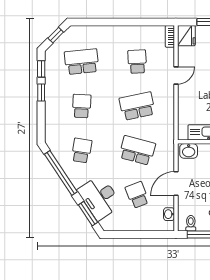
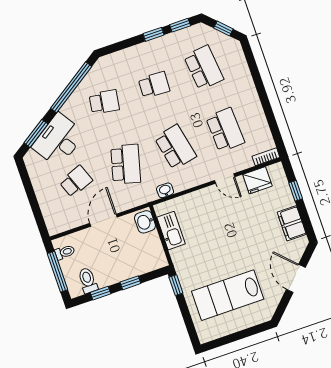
fridge: (186, 36) -> (257, 180), moved
school desk: (137, 62) -> (225, 130), width x1.85
door: (176, 184) -> (104, 220), hinge flipped
washbasin: (169, 214) -> (165, 190), moved

